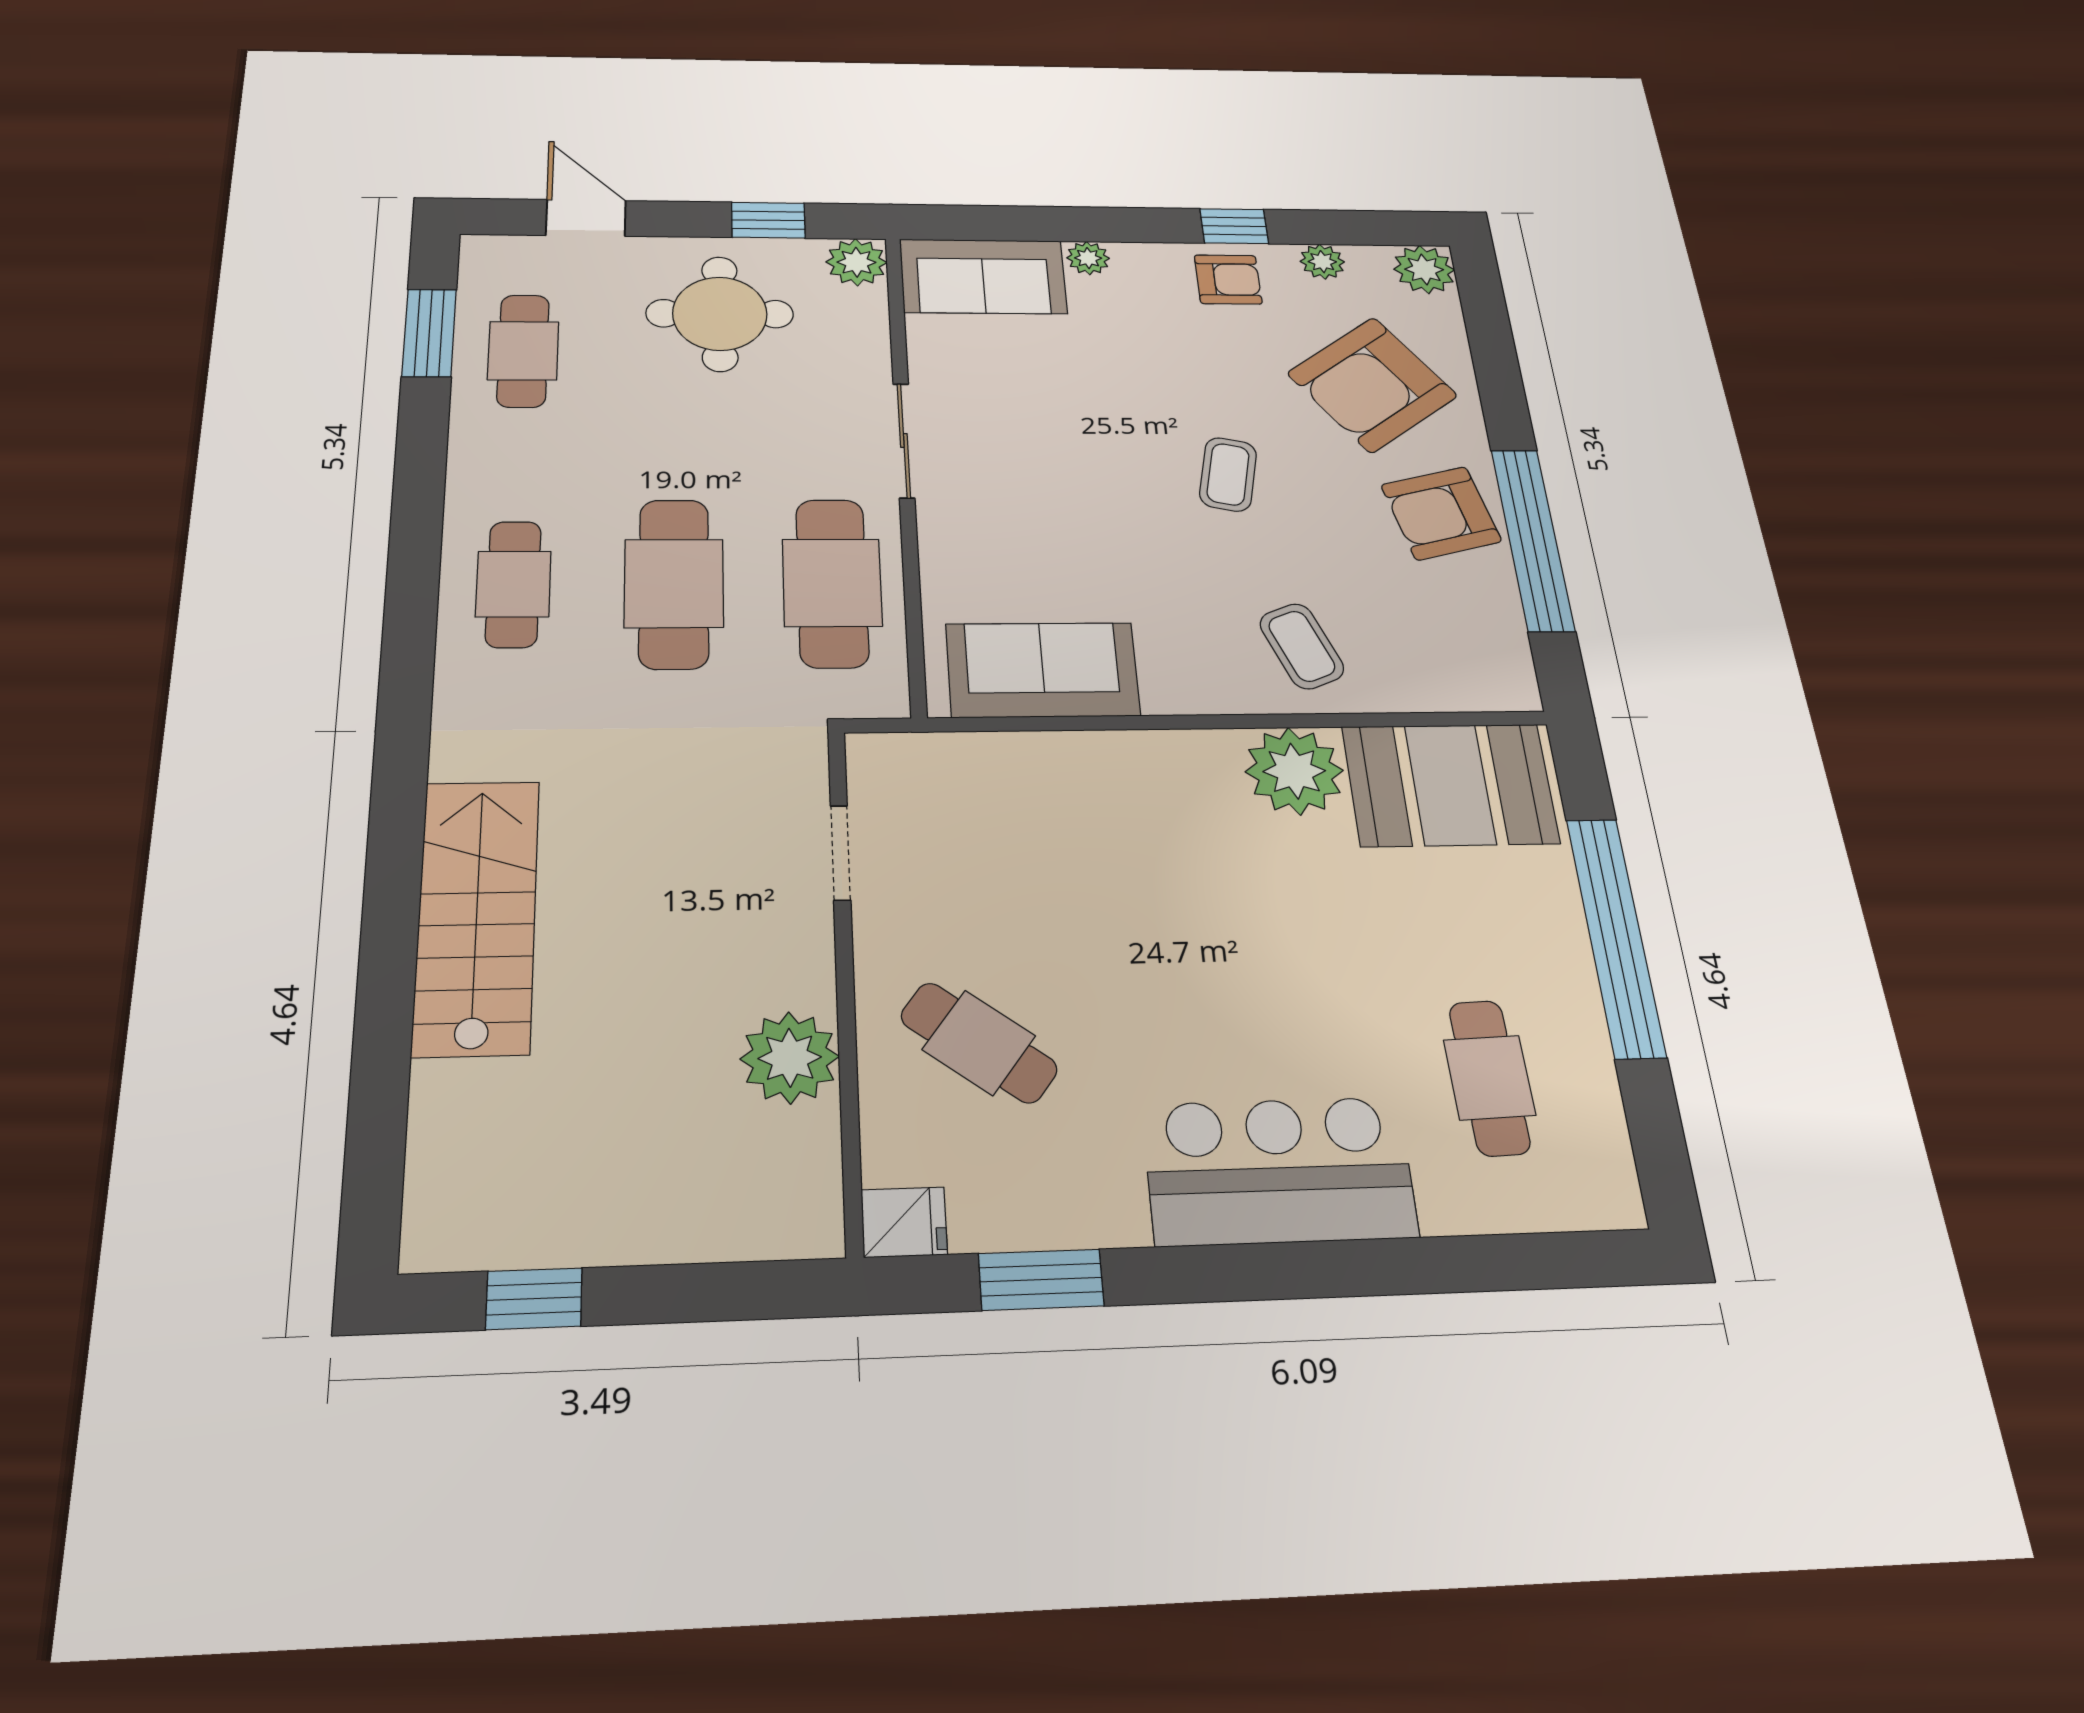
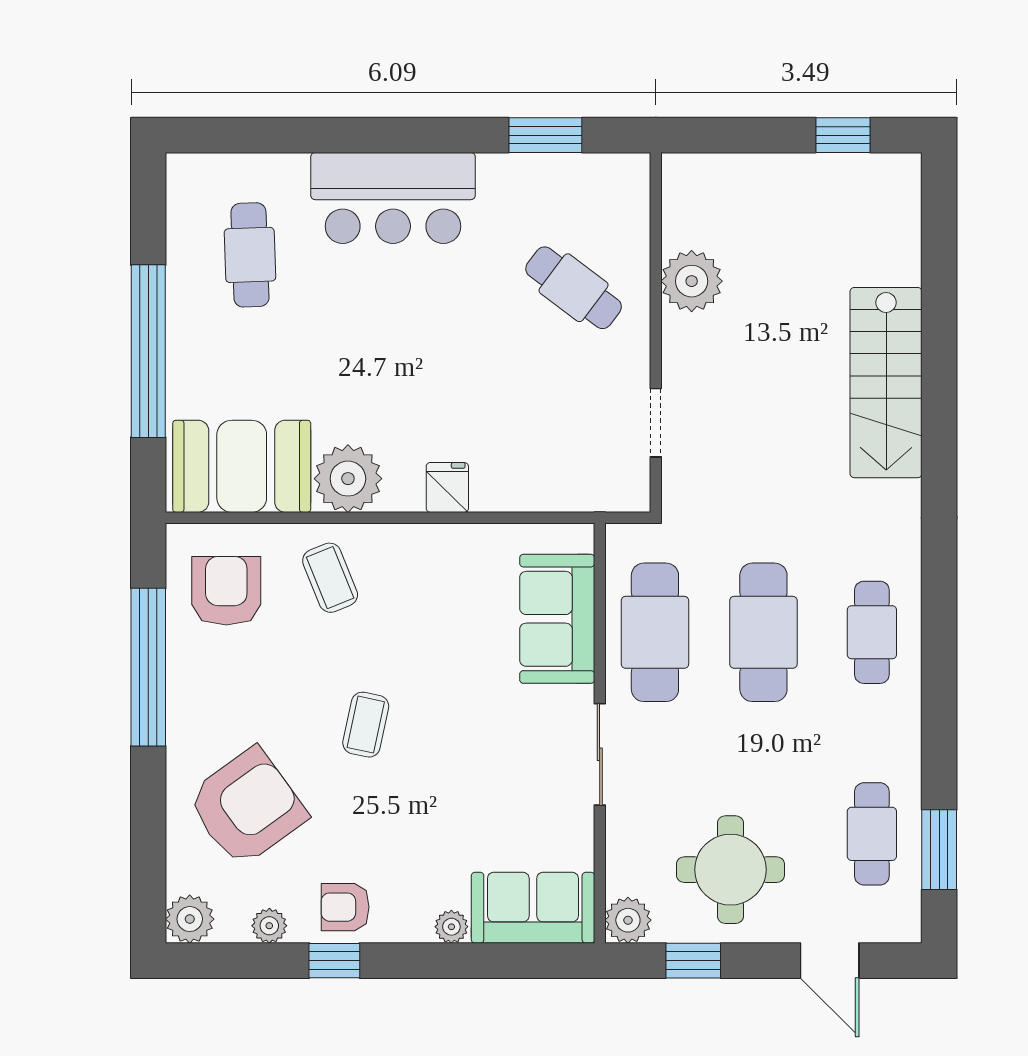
armchair: (1441, 513) -> (226, 591), moved, turned -76
sofa: (1043, 670) -> (557, 619), moved, turned 90
fridge: (904, 1222) -> (447, 487), moved, turned 90

